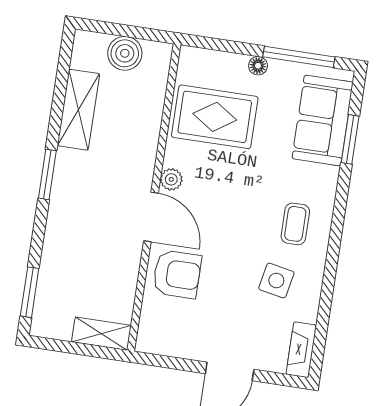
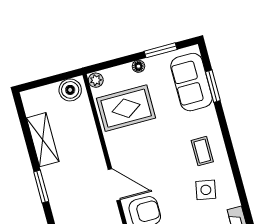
boiler: (125, 53) -> (70, 90), moved
window: (299, 57) -> (161, 50), width x0.69
plant: (171, 179) -> (96, 80), moved

